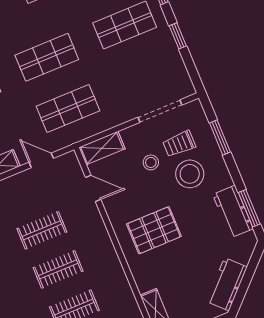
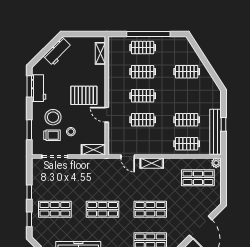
shop shelf: (68, 108) -> (103, 178), removed
door: (93, 188) -> (107, 115), moved

